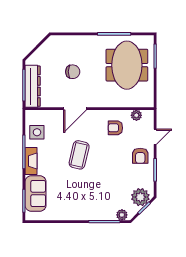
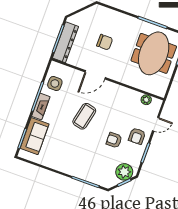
armchair: (115, 128) -> (114, 140), moved
plant: (122, 215) -> (103, 182), removed

